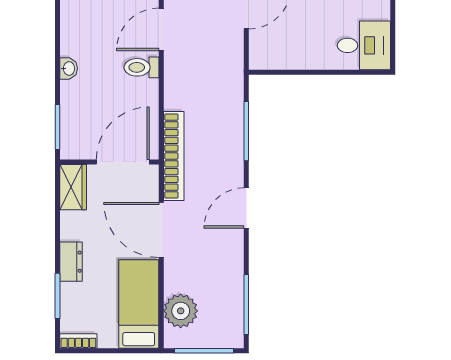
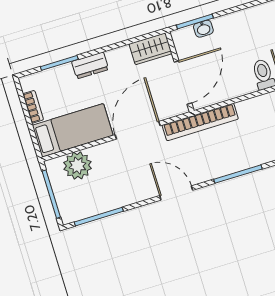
washbasin: (69, 68) -> (203, 29), moved
door: (123, 162) -> (183, 83), hinge flipped
bookcase: (78, 341) -> (33, 107), moved

